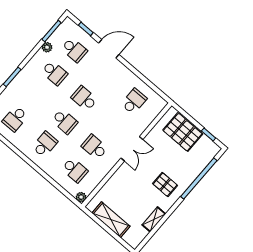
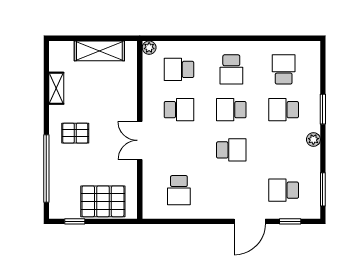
plant: (47, 47) -> (313, 139), moved
school desk: (55, 73) -> (284, 110), moved

